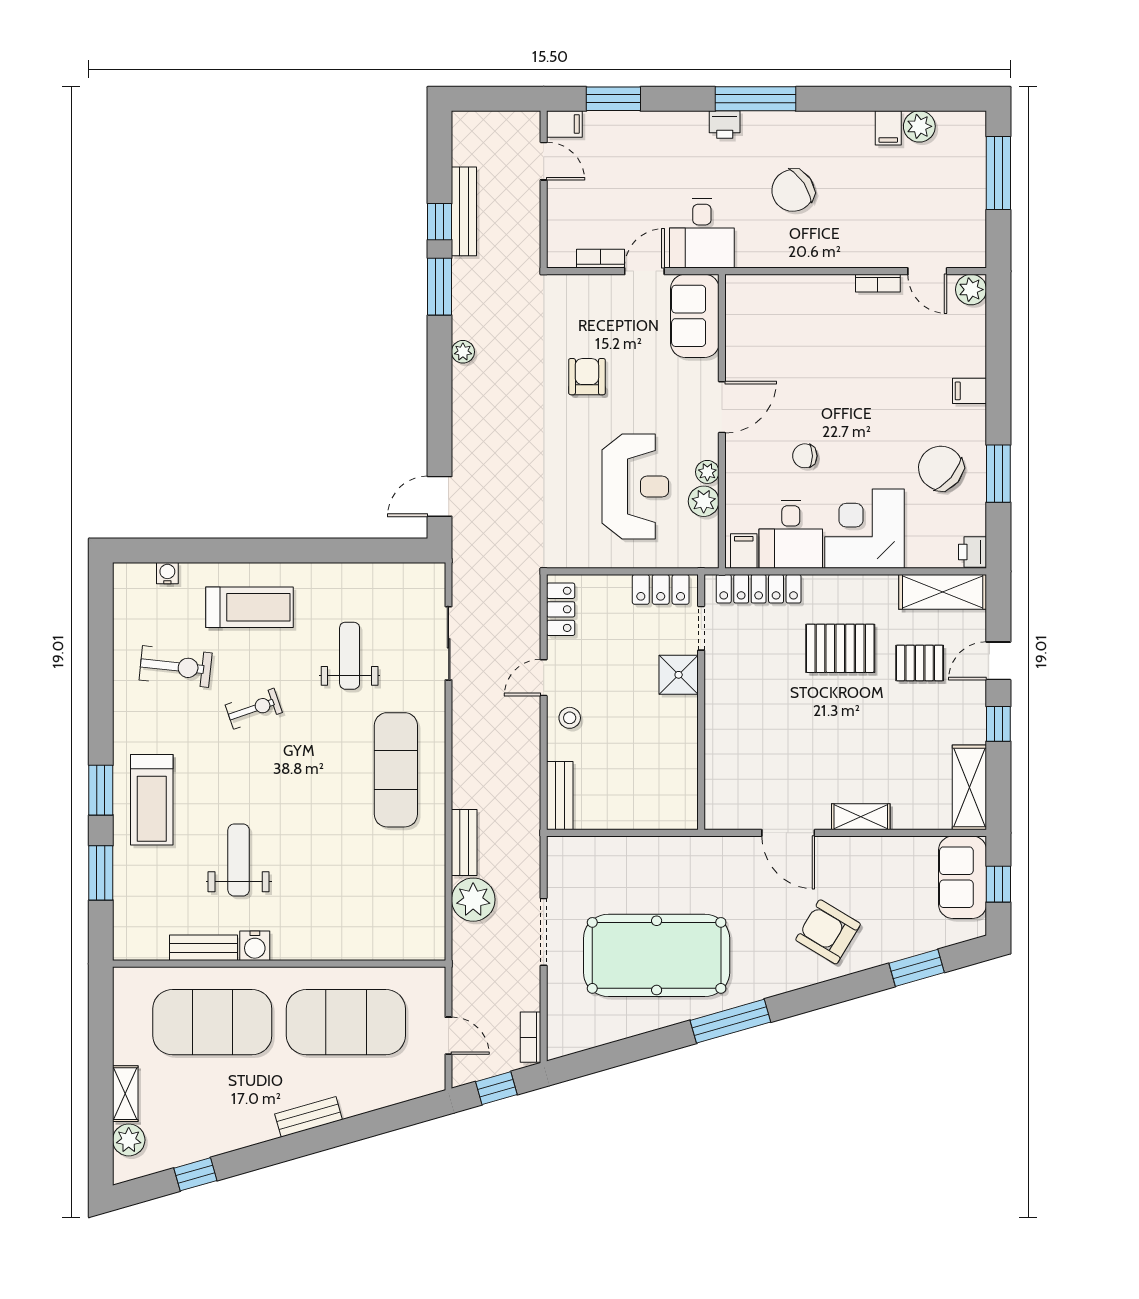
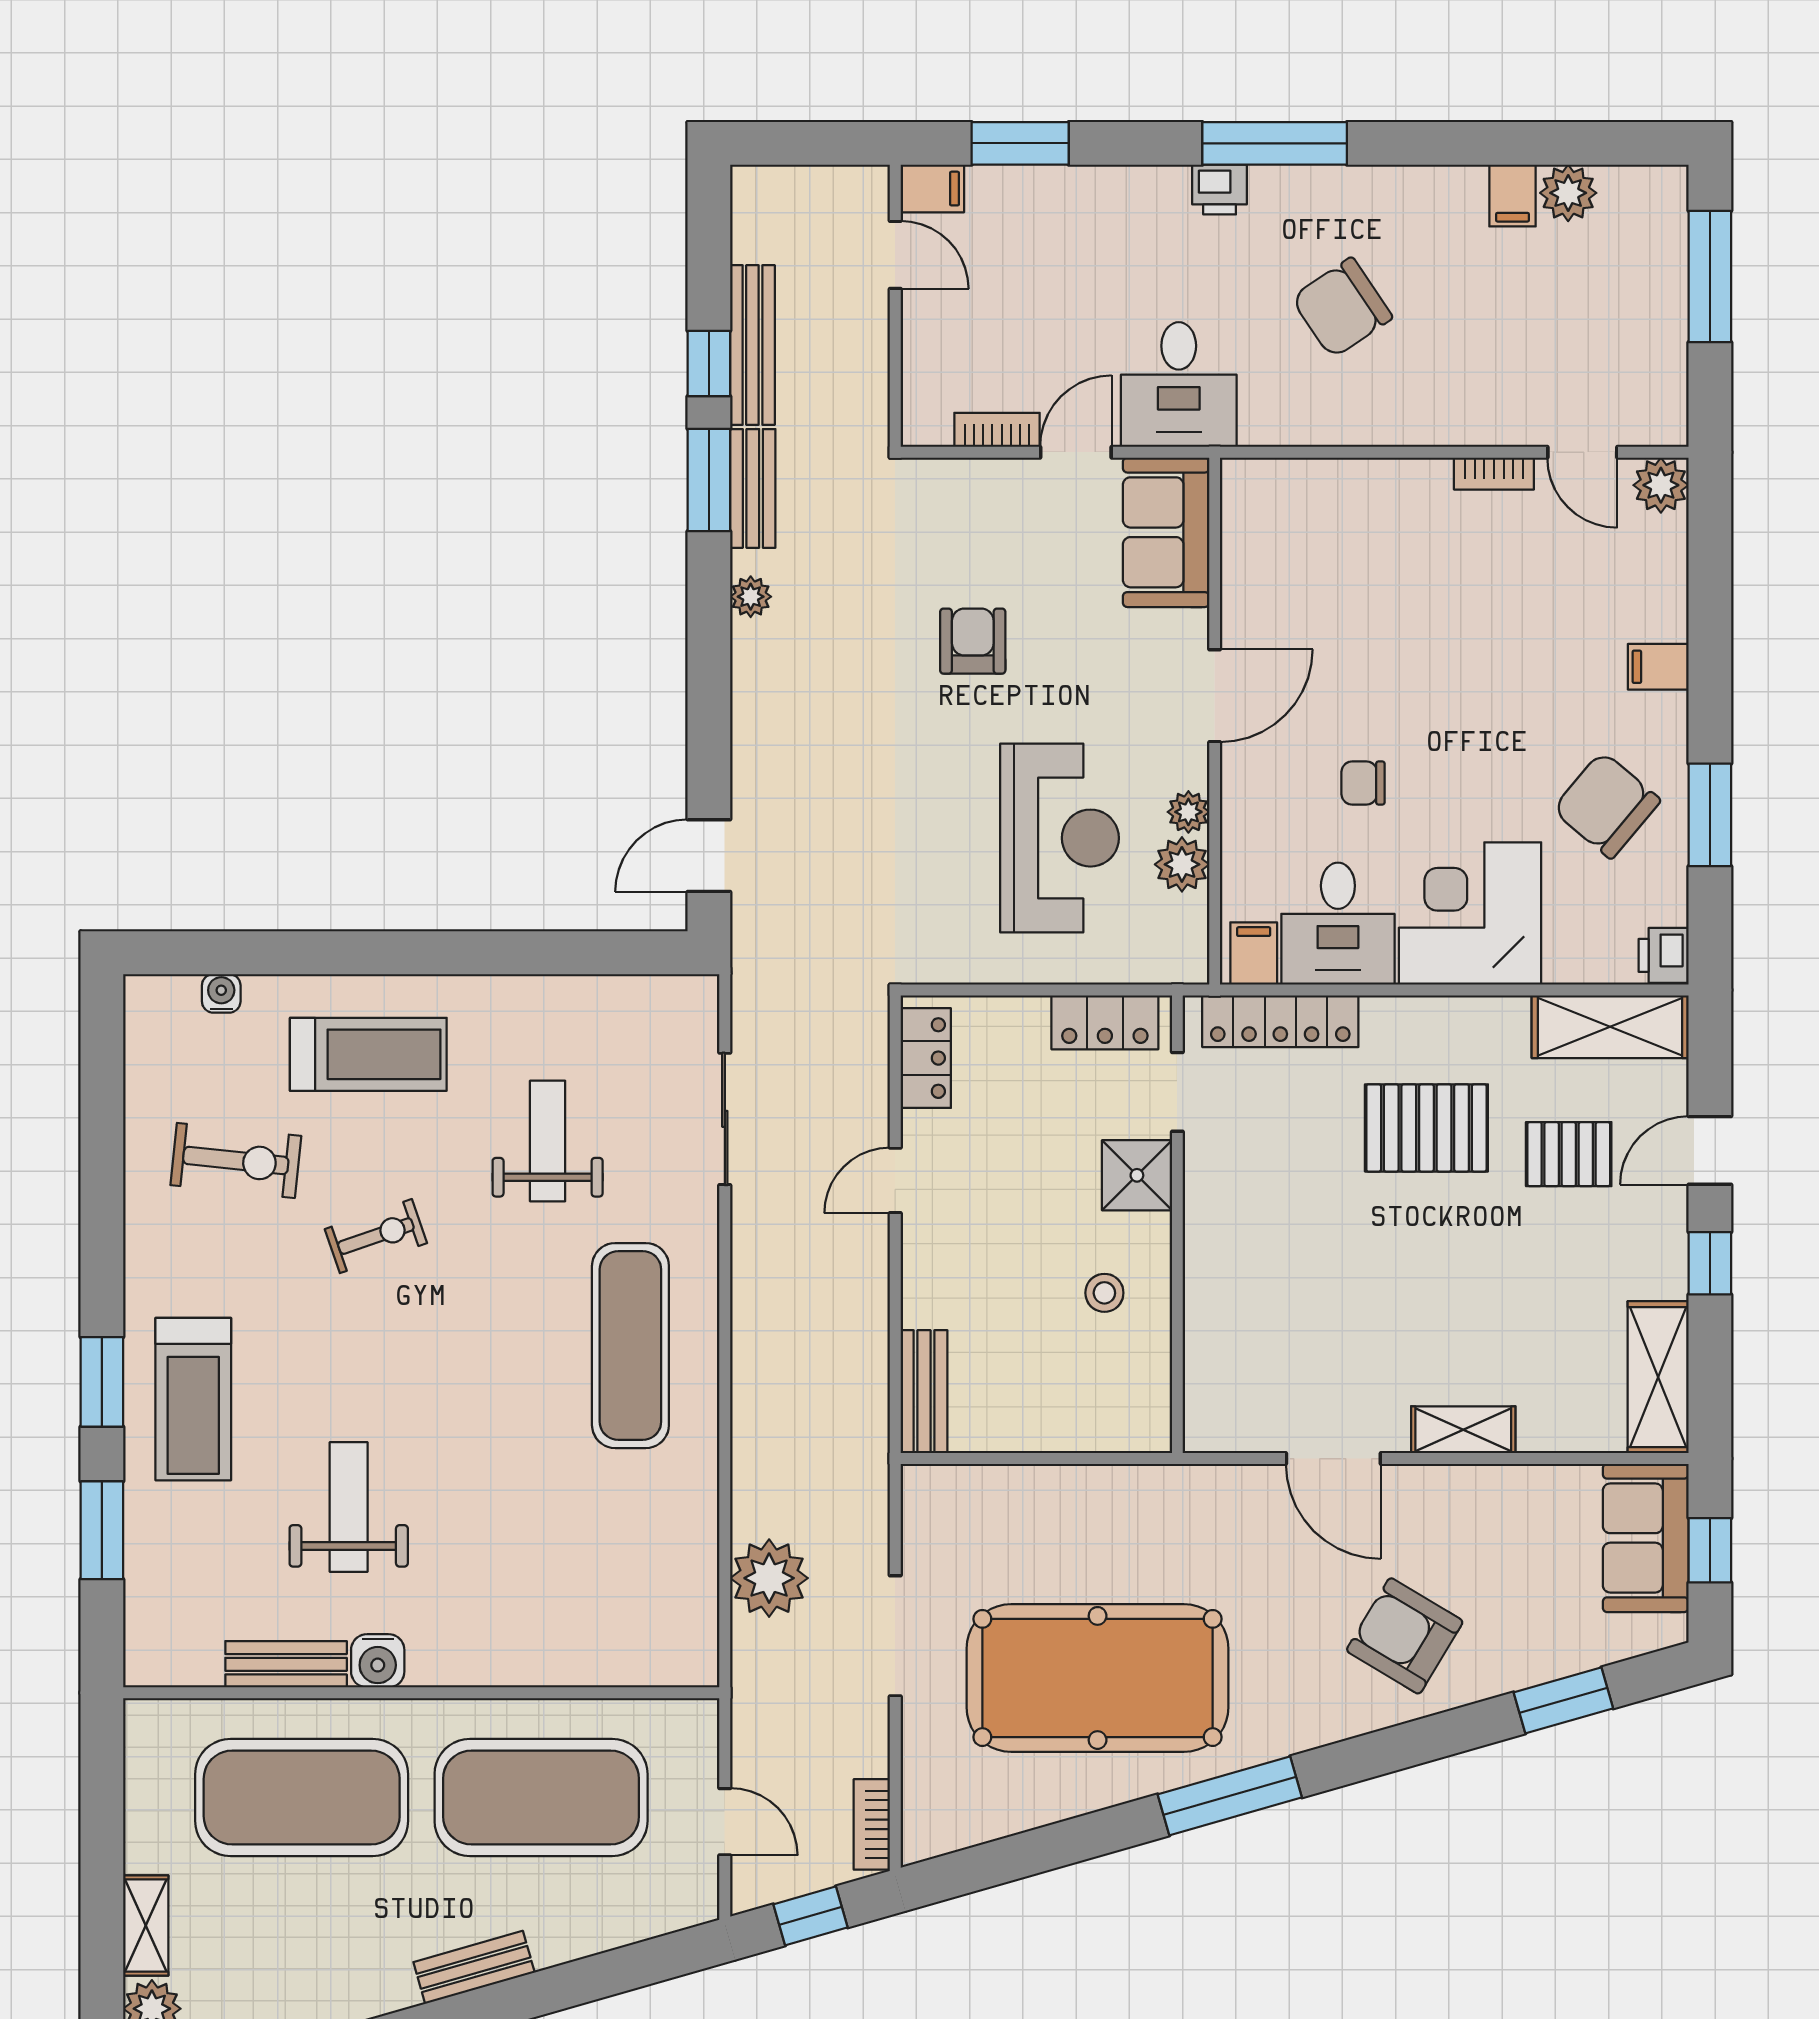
stool: (570, 718) -> (1104, 1293), moved
bench: (464, 842) -> (753, 488), moved

